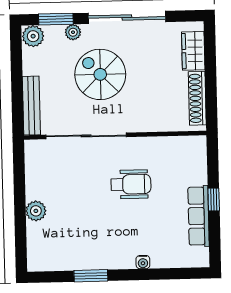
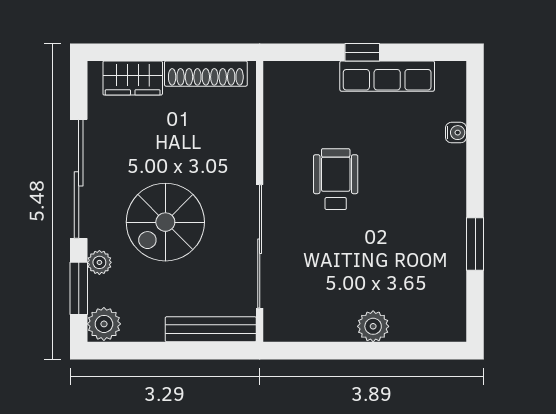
water cooler: (143, 262) -> (456, 133), moved

